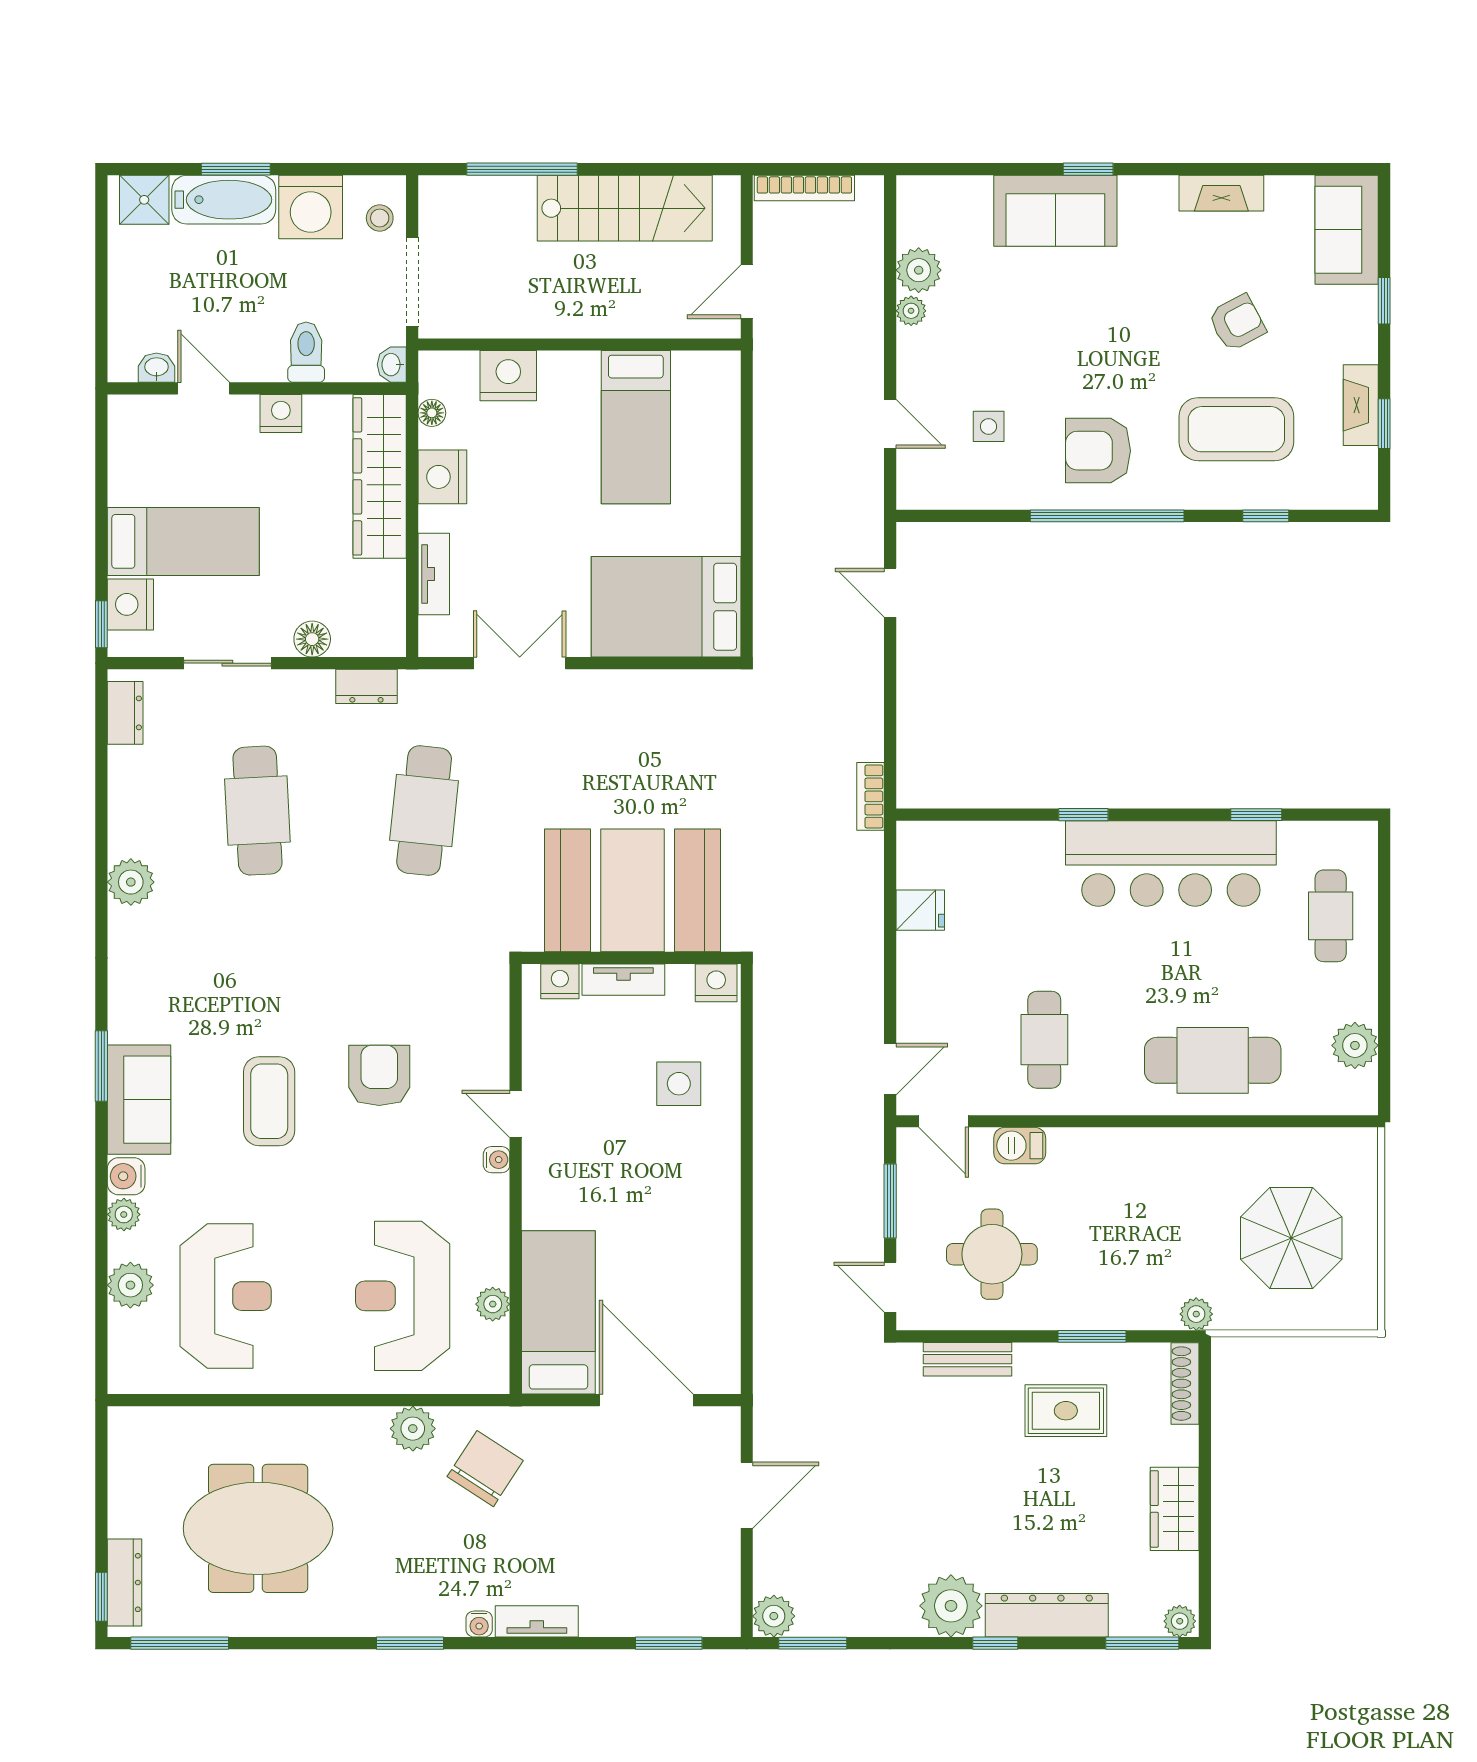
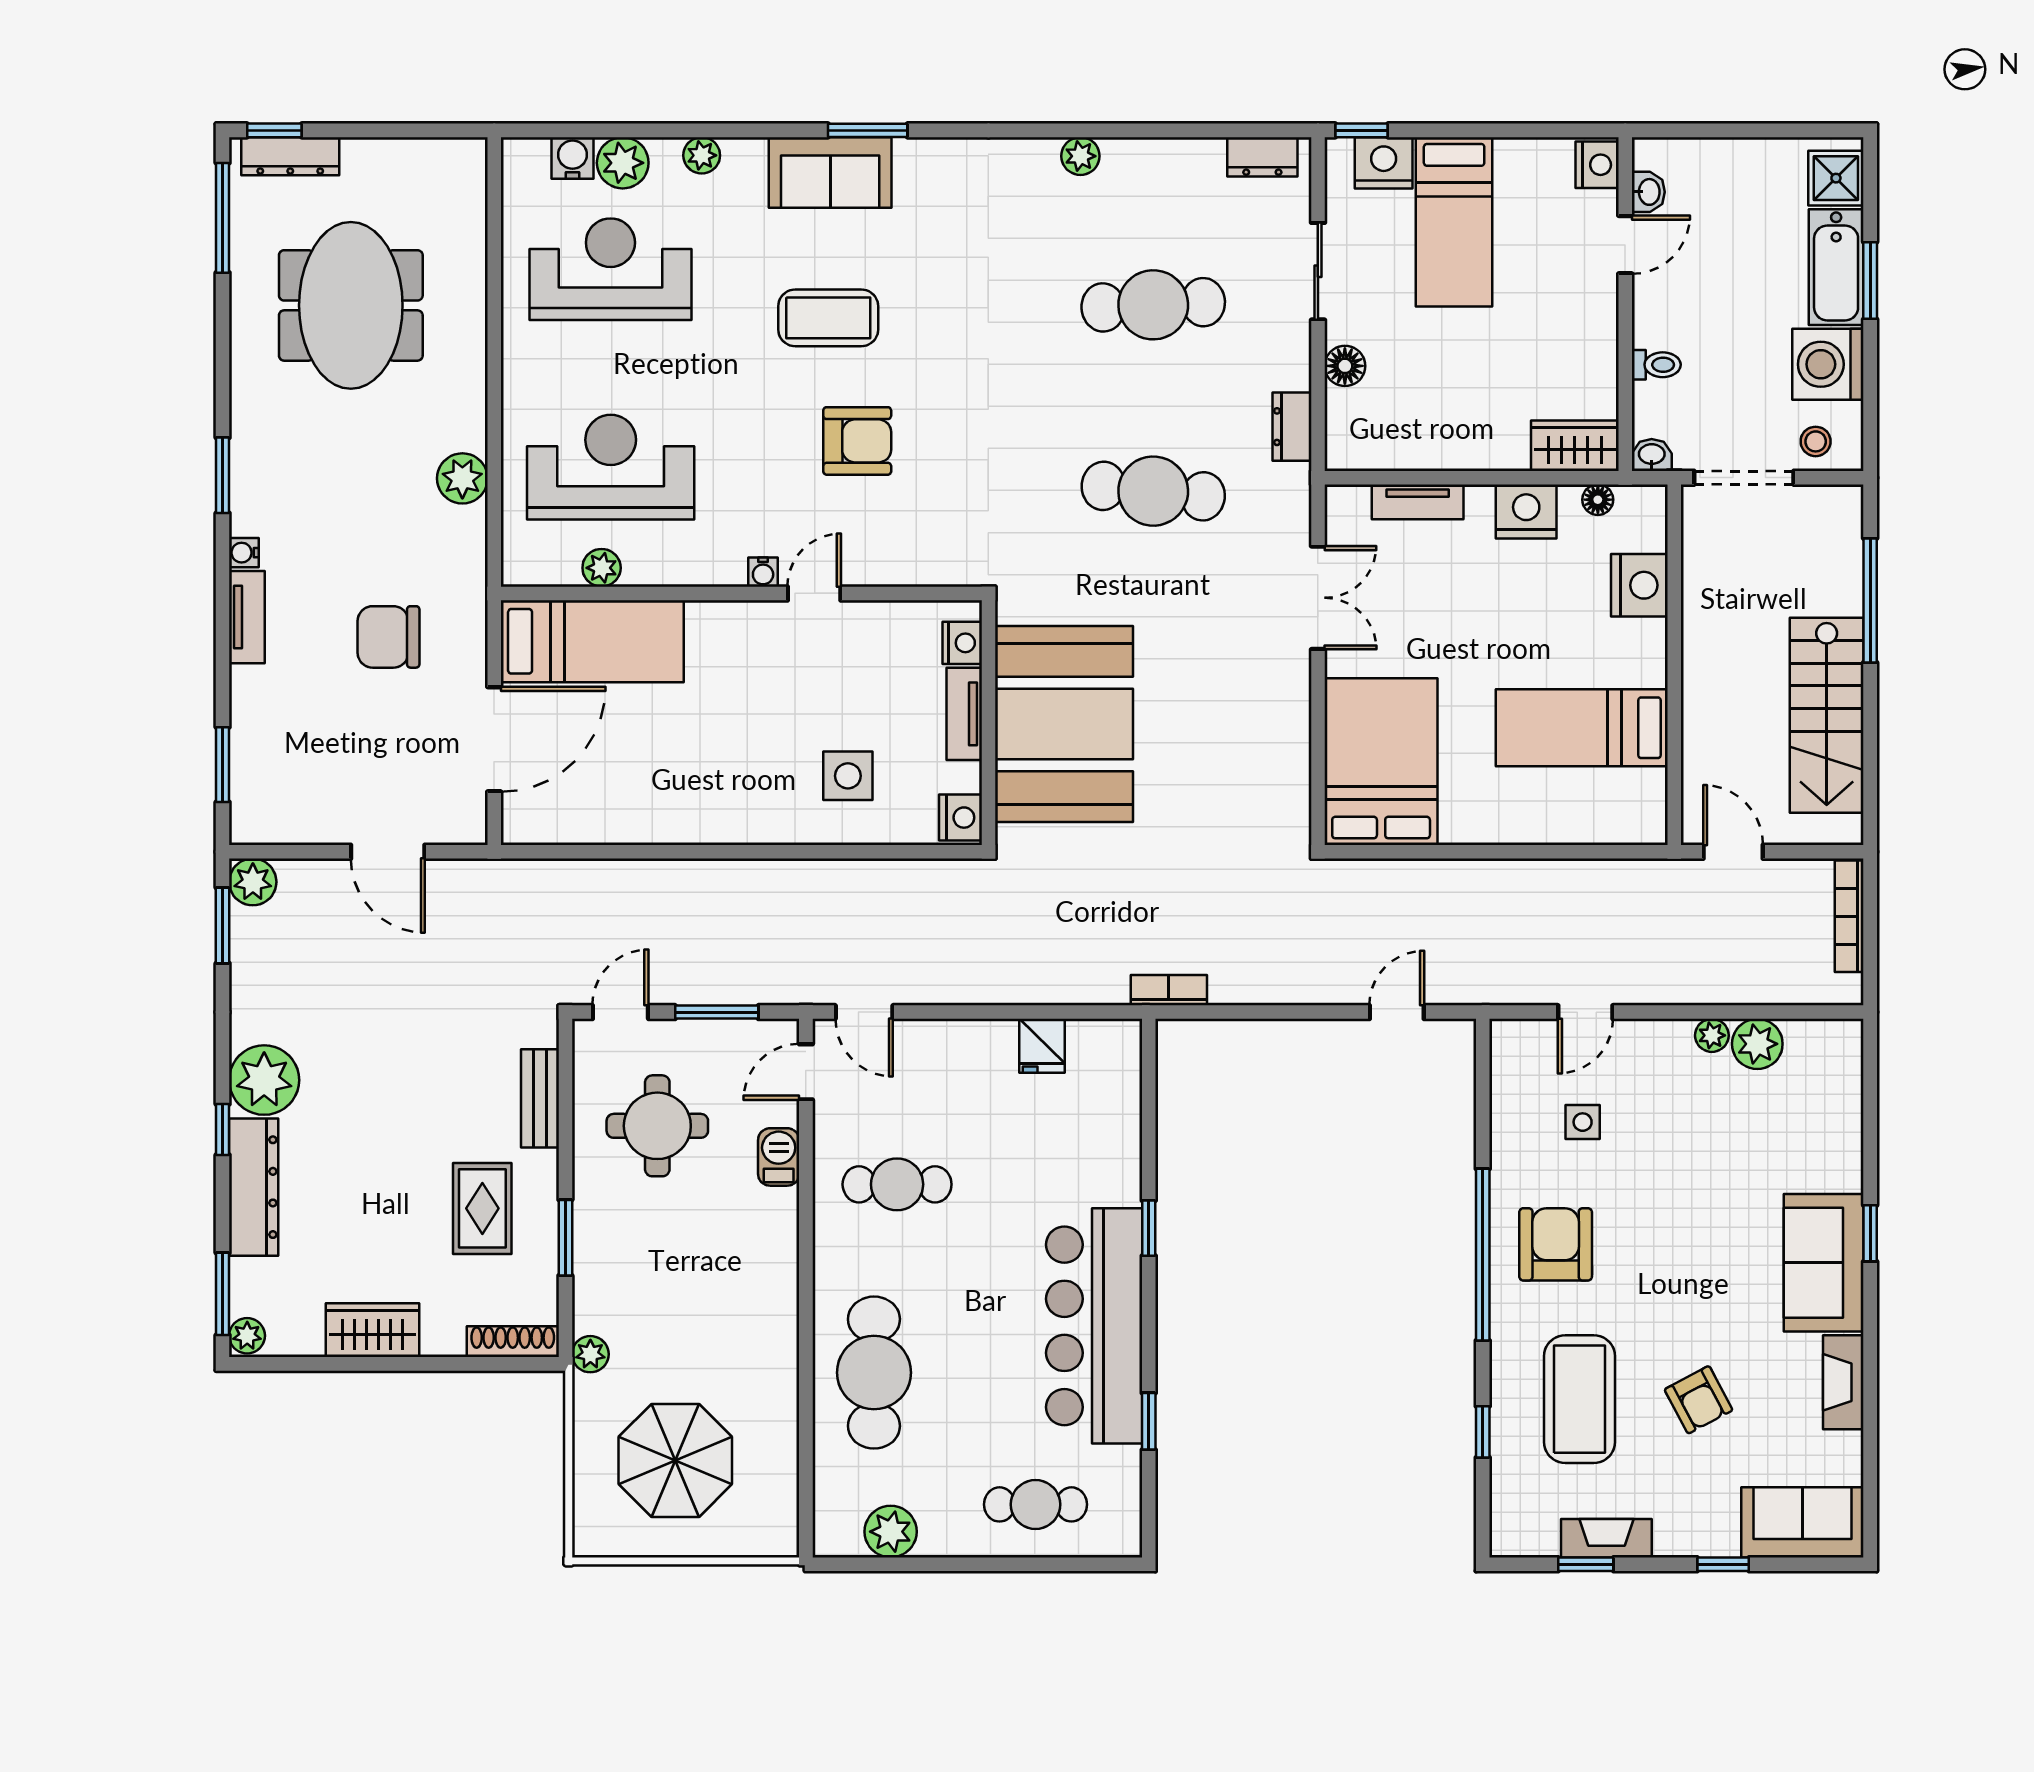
sofa: (1055, 211) -> (1824, 1263), moved
toilet: (306, 352) -> (1656, 365), width x0.73, depth x0.72
nightstand: (281, 413) -> (1597, 165), moved
wardrobe: (380, 476) -> (1575, 446), width x0.48, depth x0.85
plant: (131, 882) -> (1080, 156), width x0.73, depth x0.73
water cooler: (126, 1176) -> (572, 158), moved
reception desk: (226, 1296) -> (610, 269), turned 180
chair: (485, 1469) -> (389, 637), moved, turned 147

